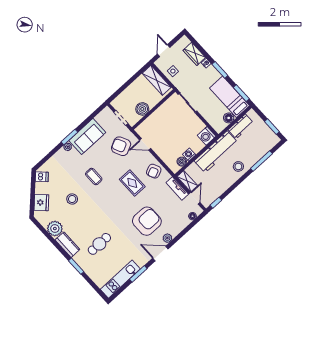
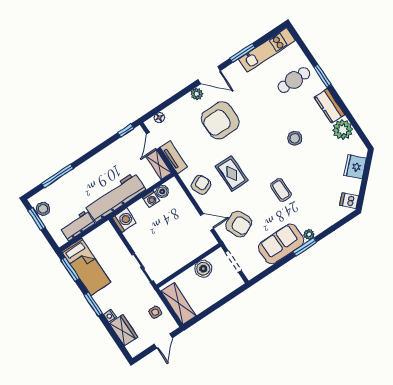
floor lamp: (229, 118) -> (92, 239), removed
stool: (238, 166) -> (43, 209), moved
stool: (72, 199) -> (295, 138), moved
cafe table: (99, 244) -> (294, 80), moved

